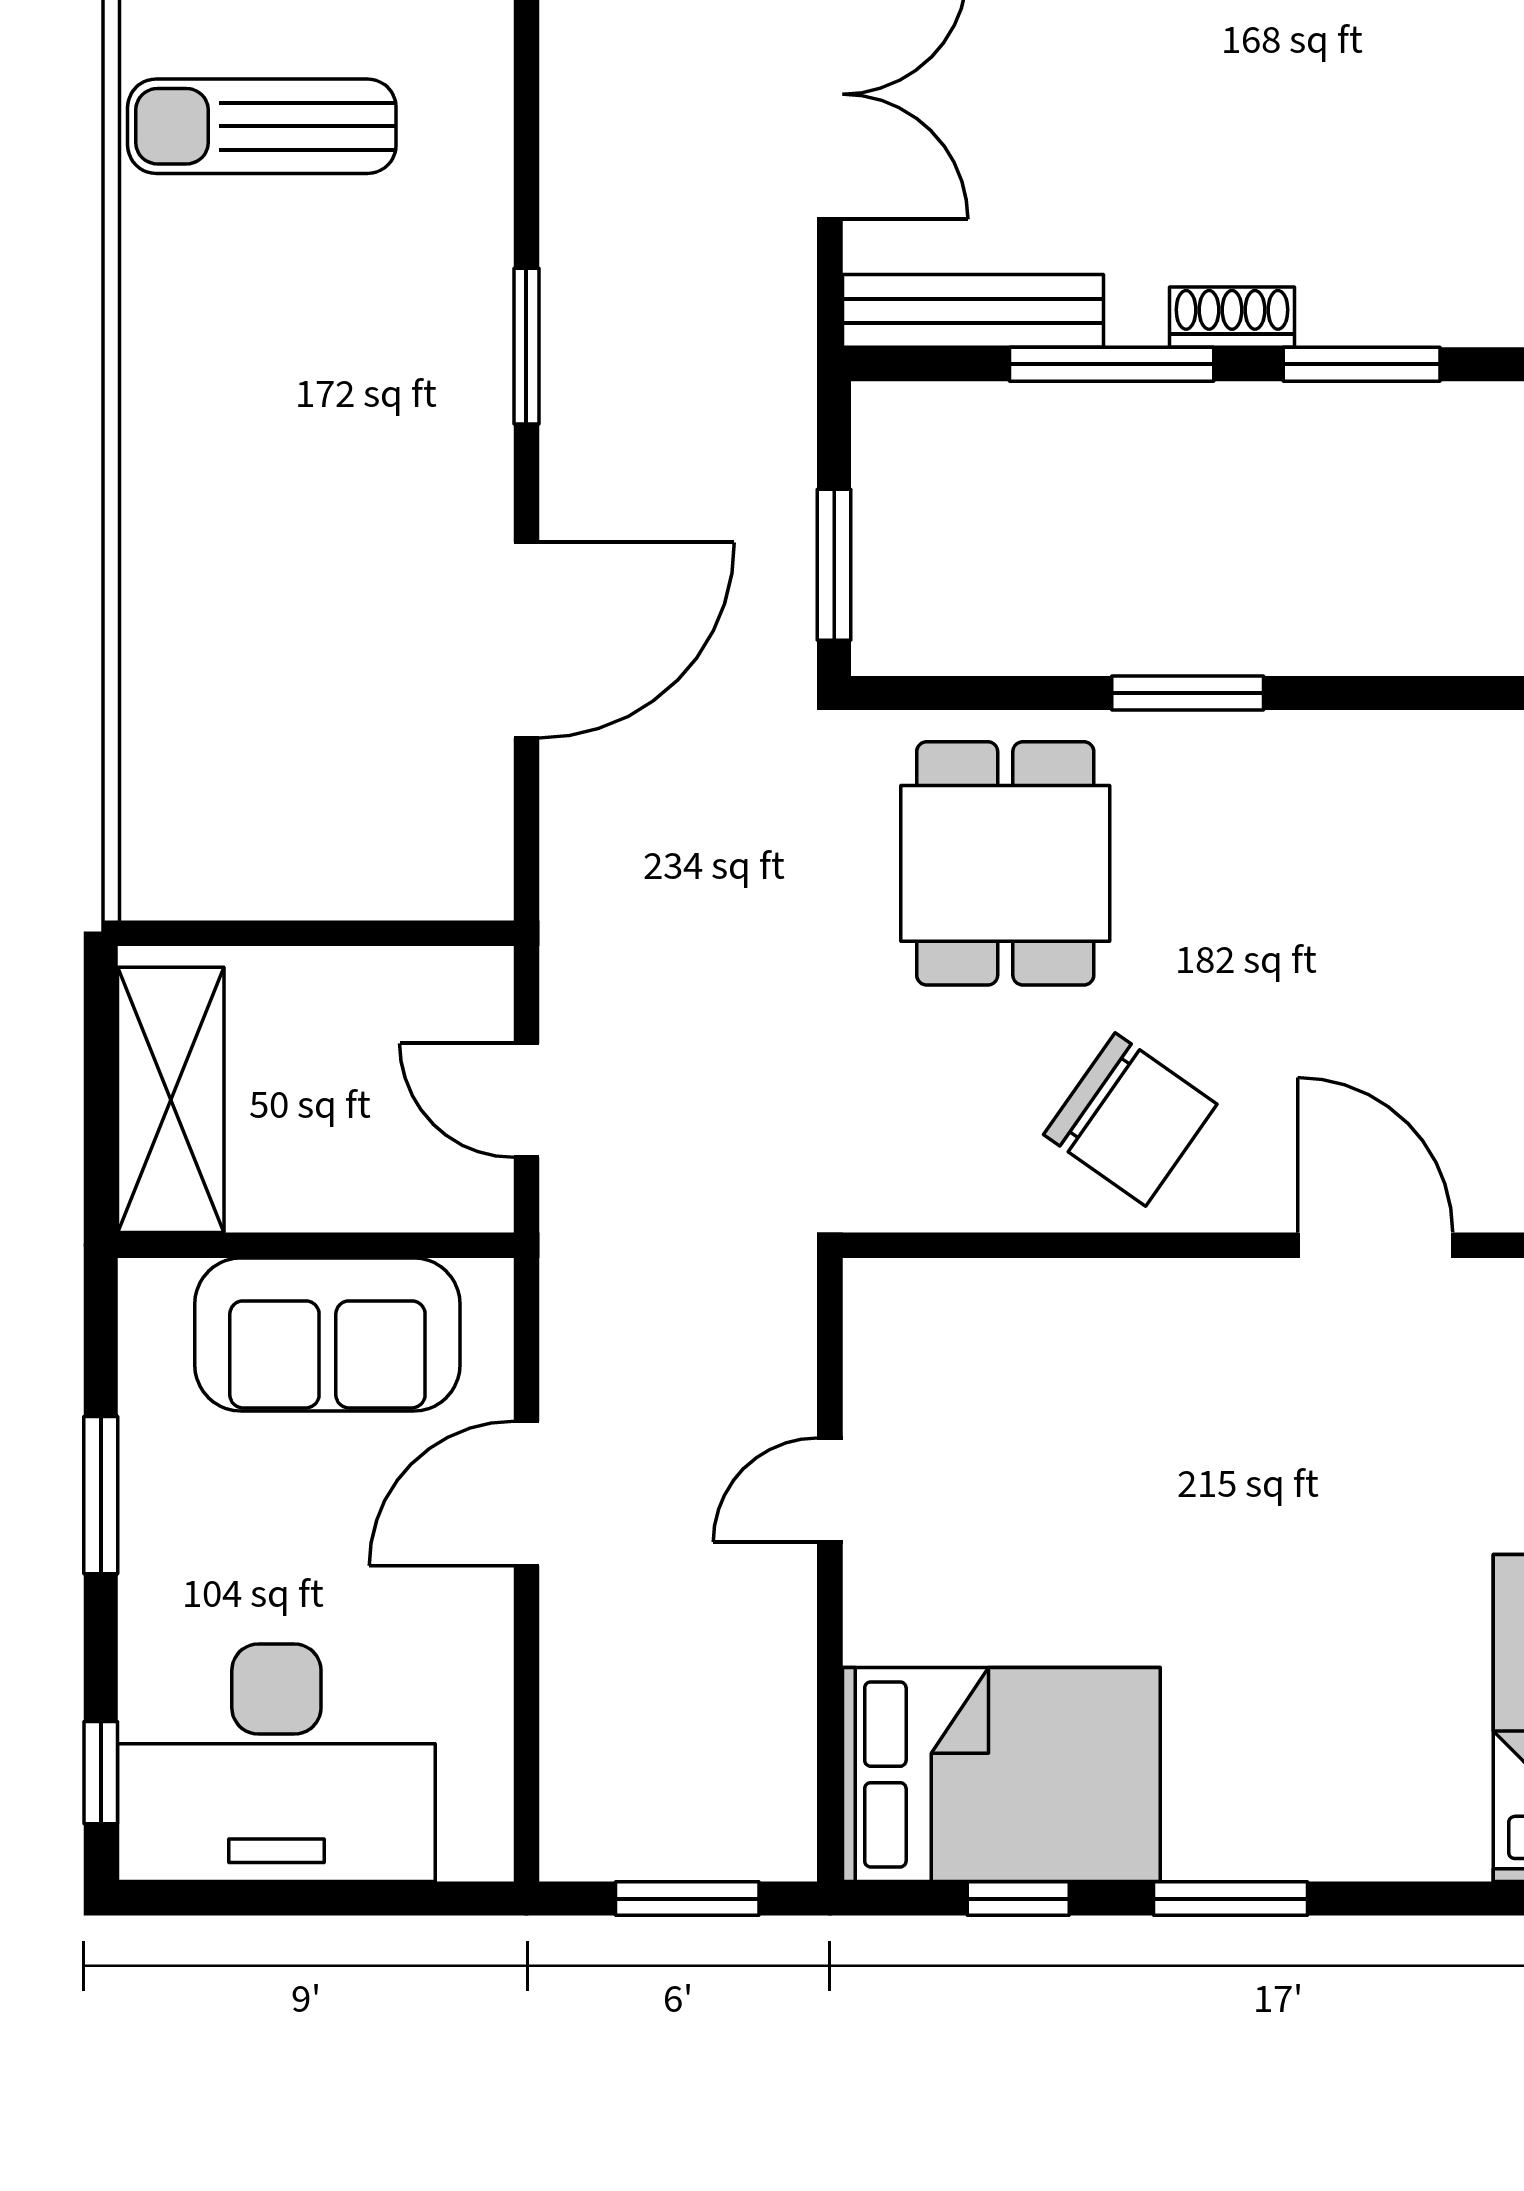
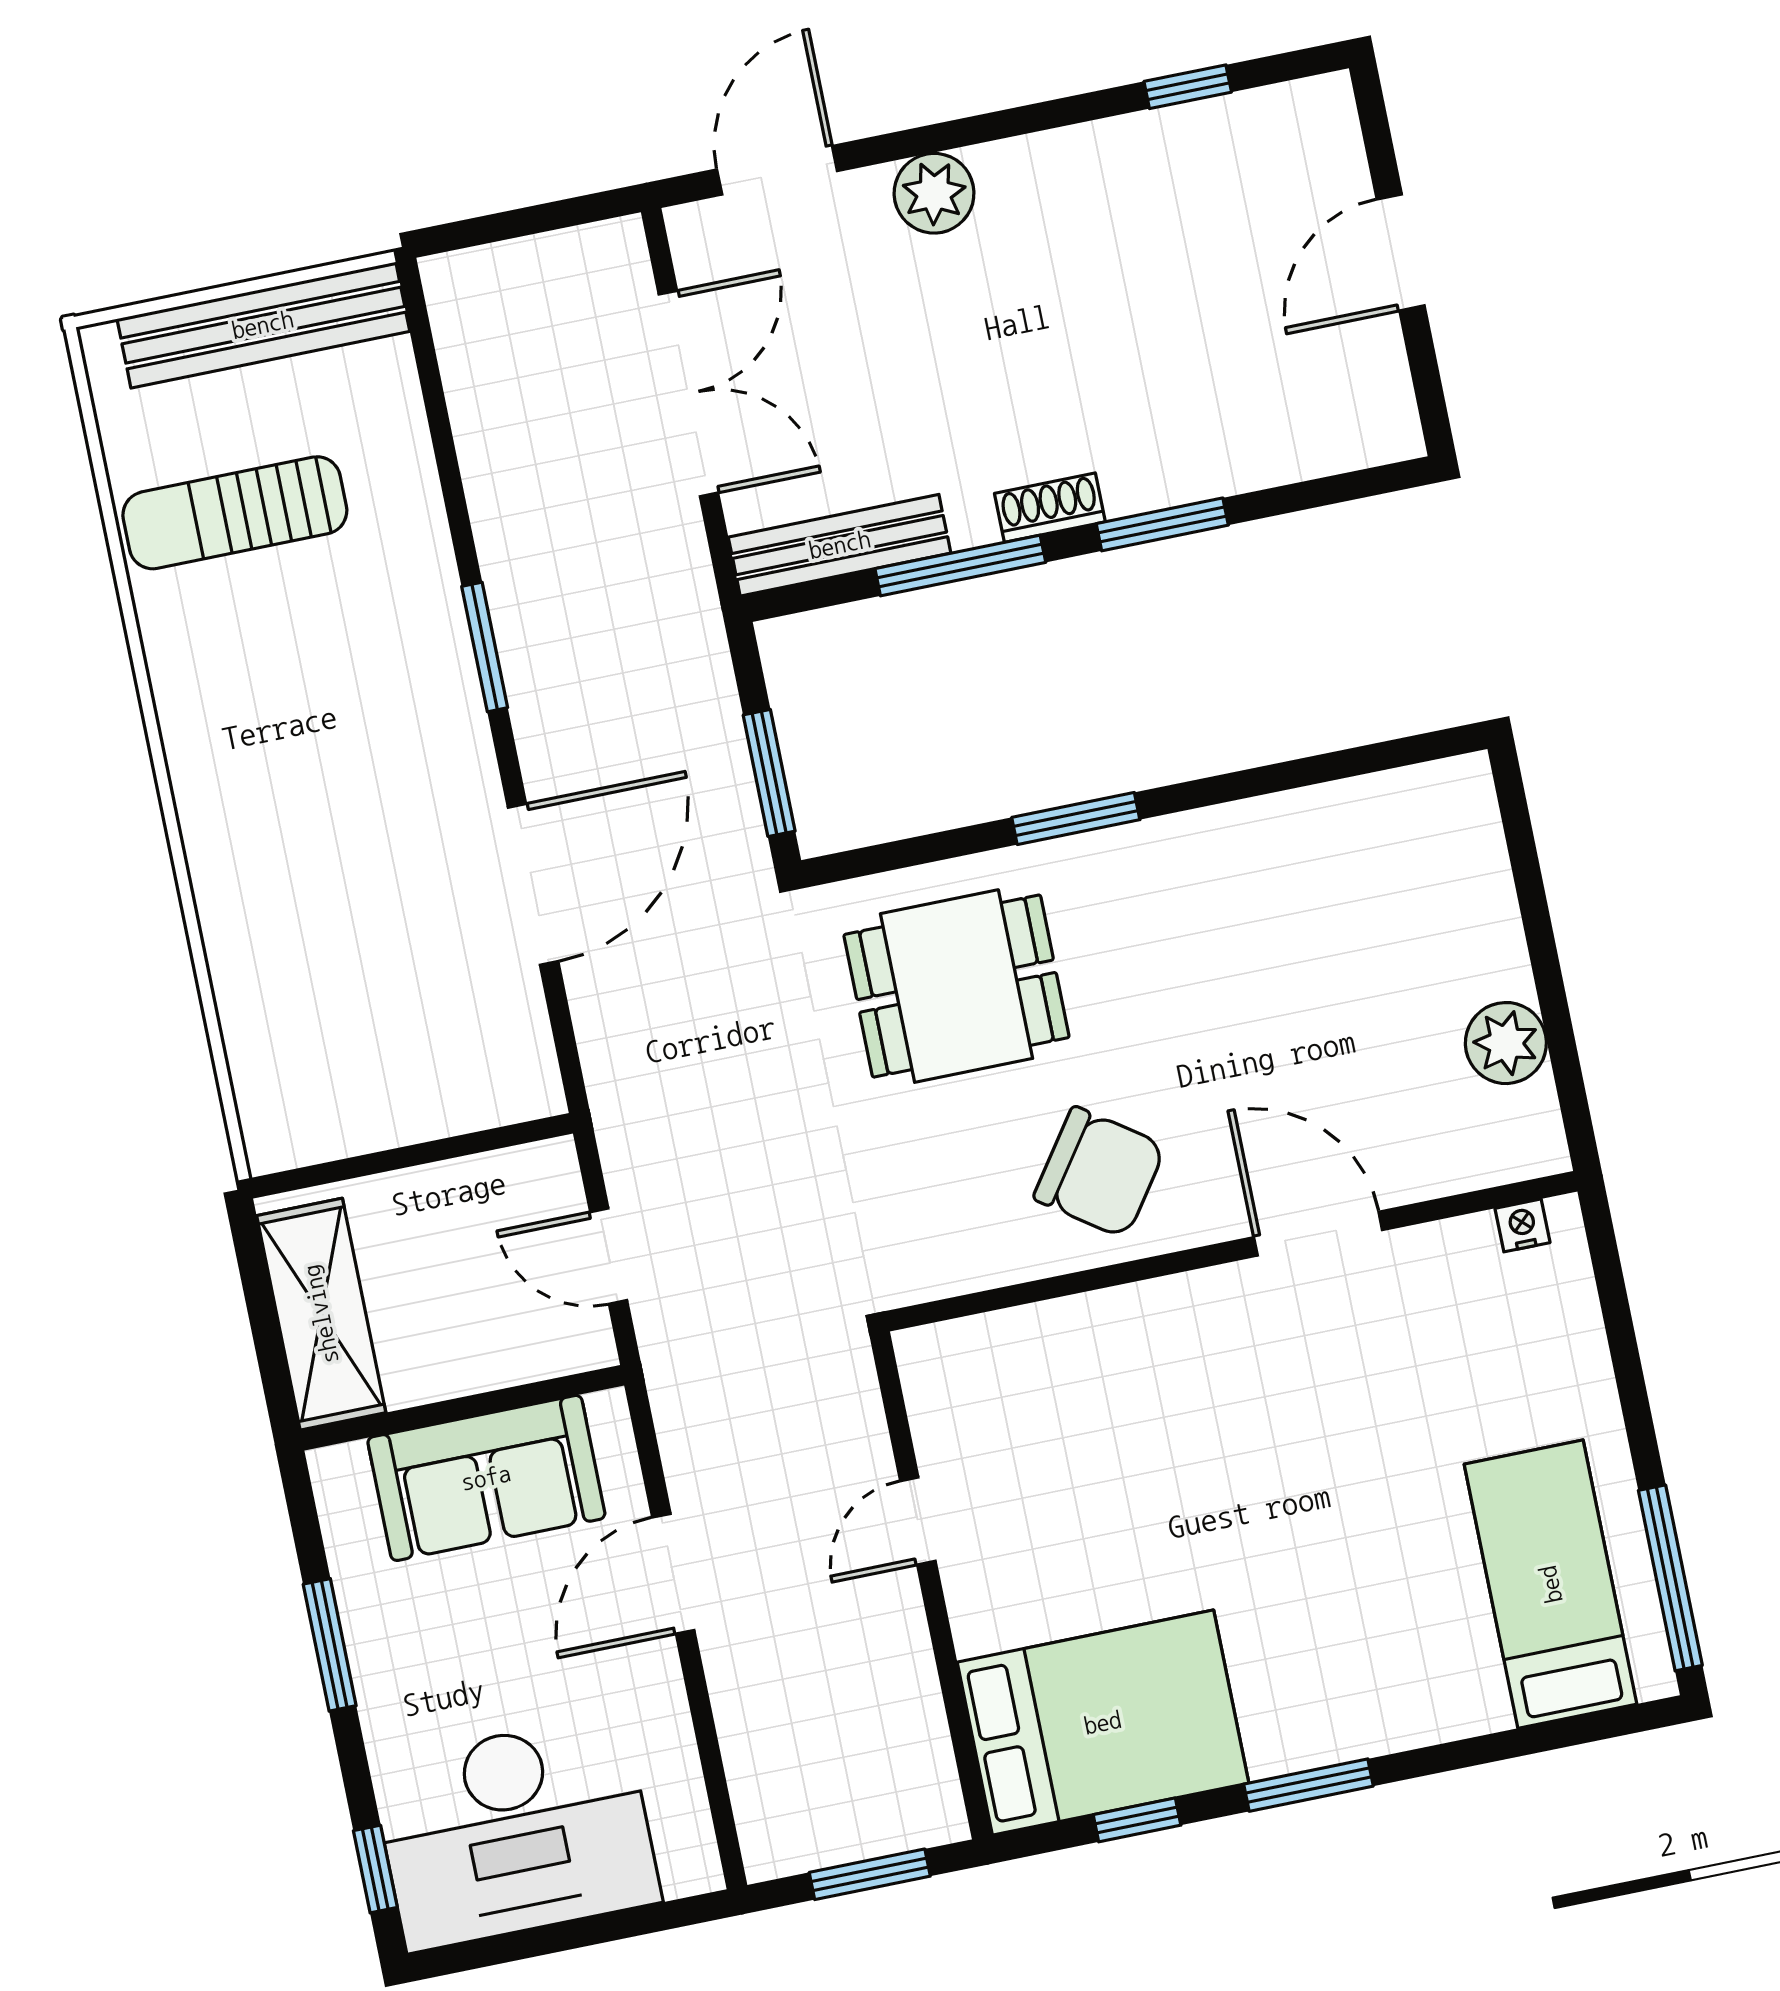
dining table: (1005, 863) -> (956, 986), turned 90

